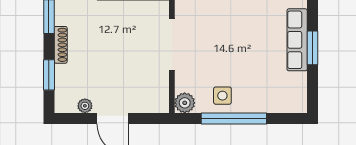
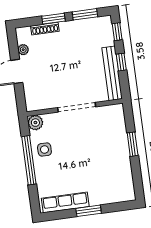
row of seats: (297, 40) -> (65, 202), moved
shoe rack: (61, 45) -> (45, 29), moved
window: (49, 75) -> (53, 19), moved

